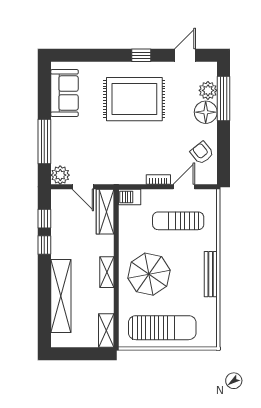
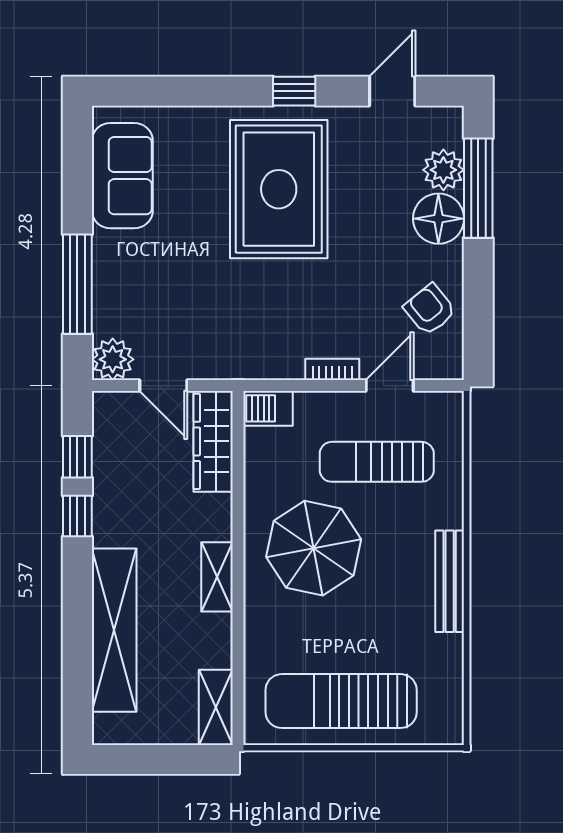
rug: (134, 99) -> (279, 189), turned 90
parasol: (149, 274) -> (314, 548), moved
sun lounger: (162, 328) -> (341, 701), turned 180

